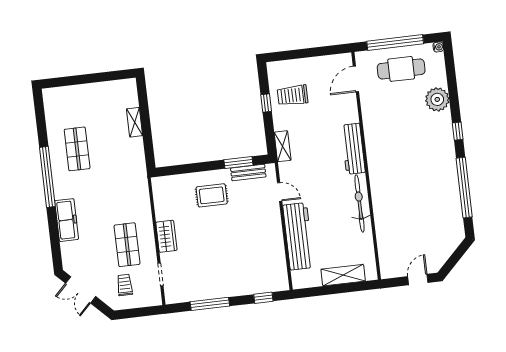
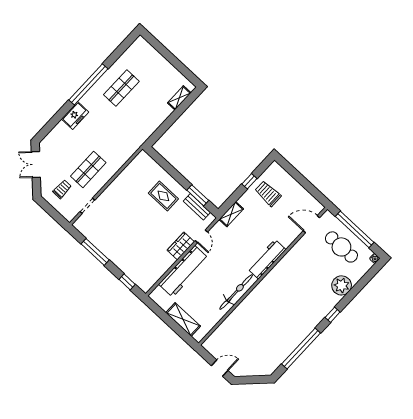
shelving: (135, 122) -> (179, 98), moved
freezer: (67, 220) -> (75, 115), width x0.71
wardrobe: (166, 236) -> (181, 246), moved, turned 180

